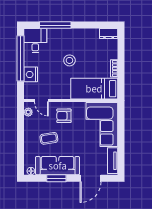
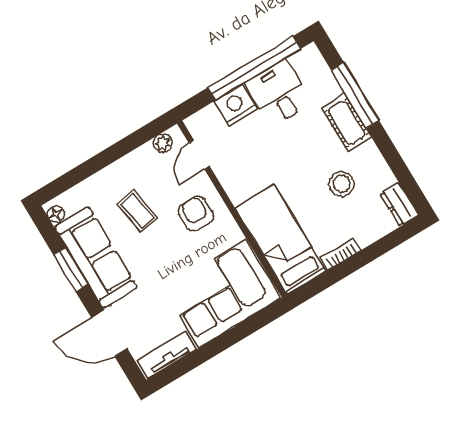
cot: (64, 35) -> (347, 123), added
desk: (35, 41) -> (278, 93), moved, turned -90
stool: (69, 60) -> (342, 184), moved

